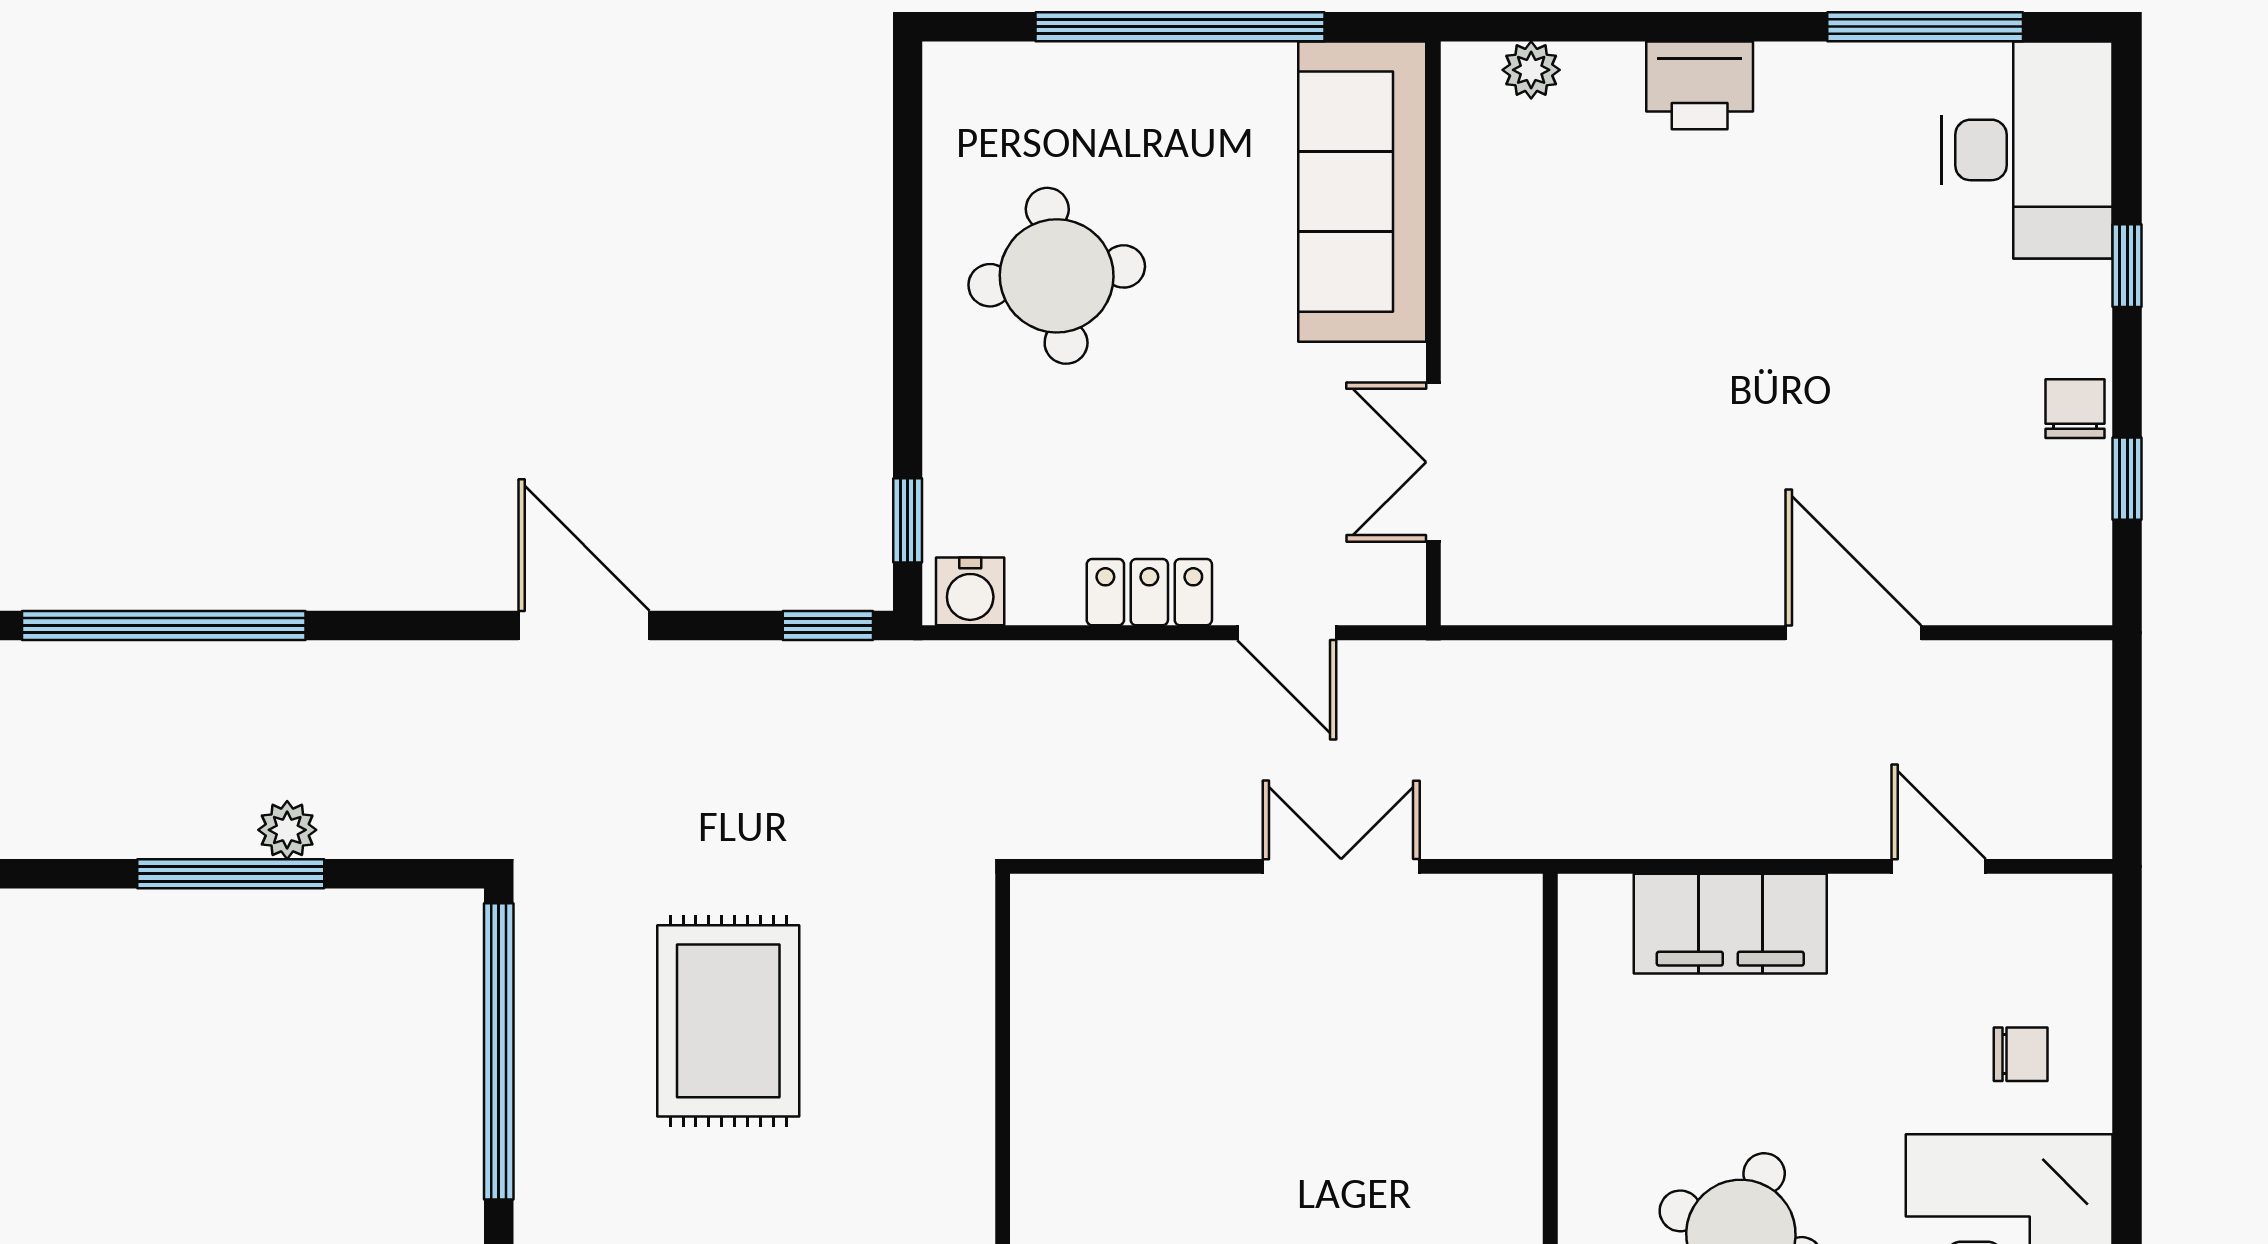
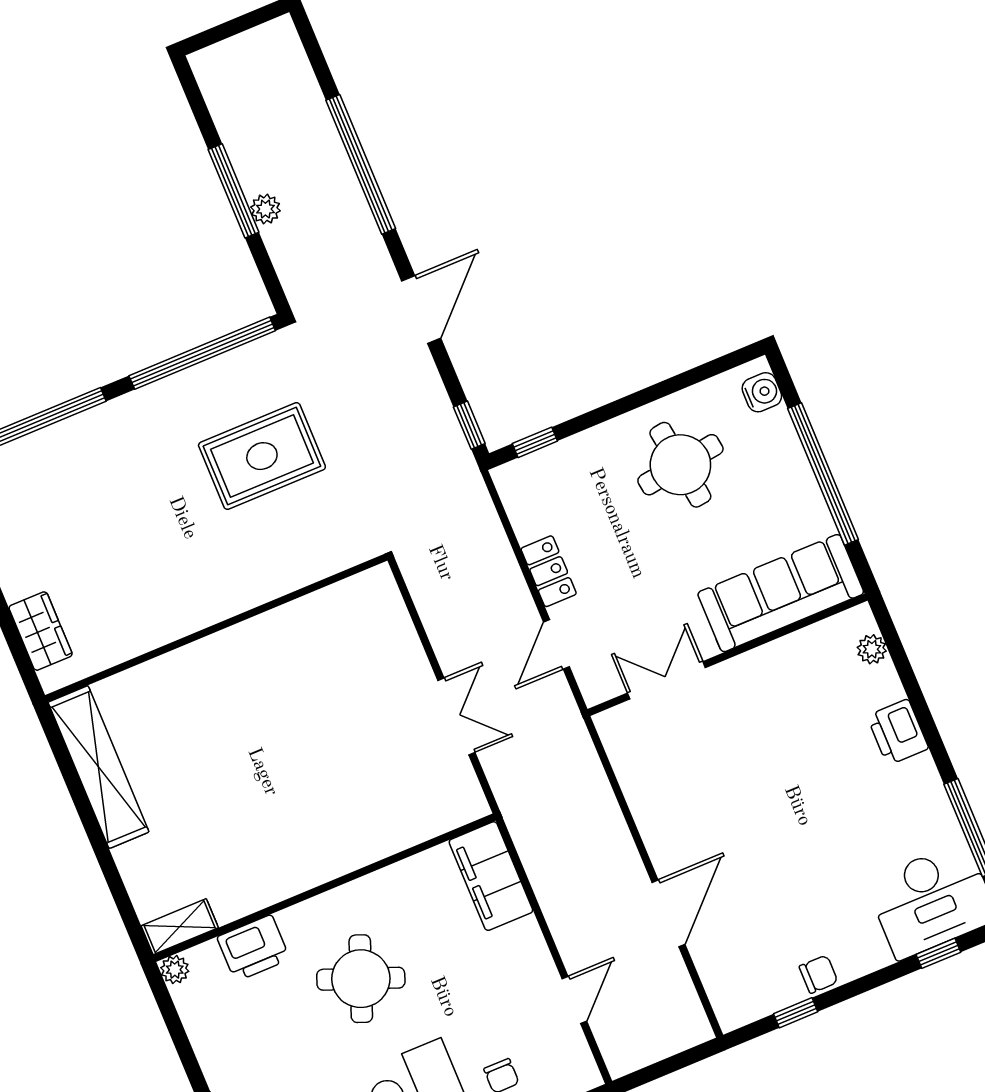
window: (2127, 266) -> (938, 953), moved
water cooler: (970, 591) -> (762, 392), moved, turned 180
window: (164, 625) -> (361, 164), moved
filing cabinet: (1730, 924) -> (491, 876), moved

